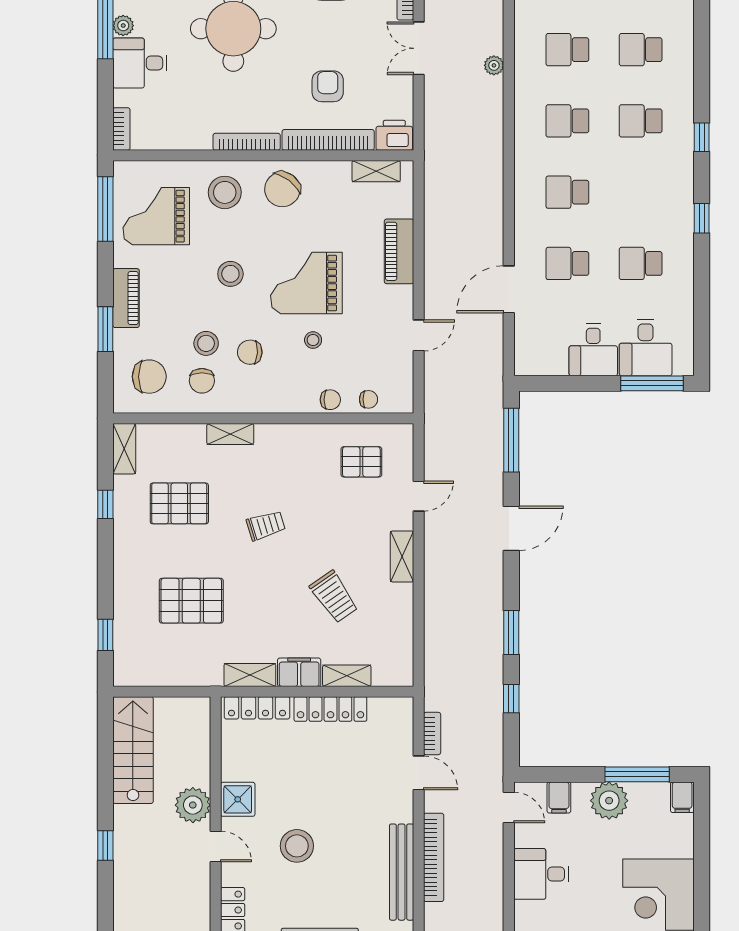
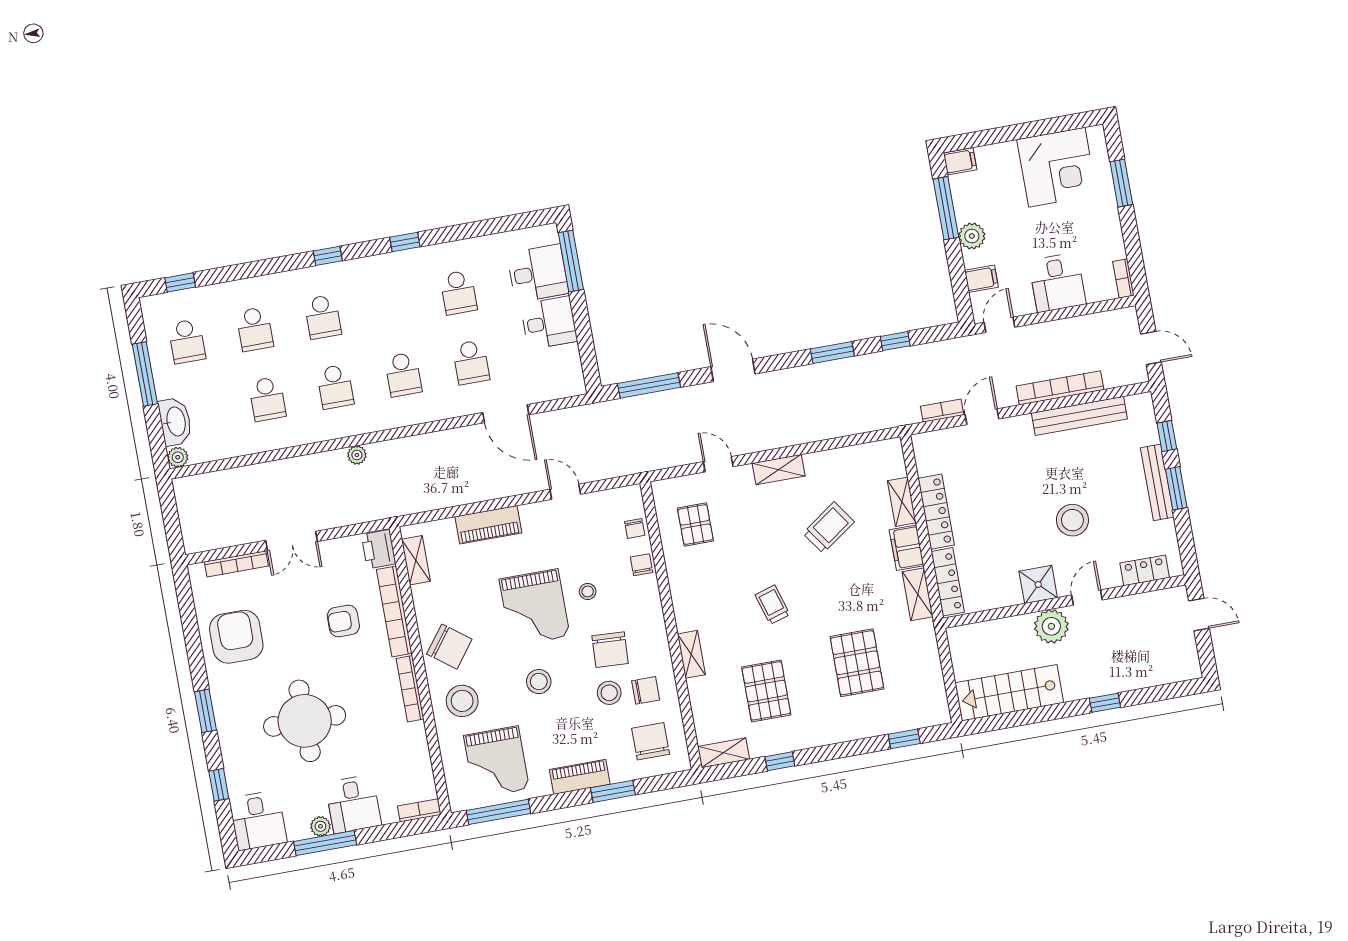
plant: (494, 65) -> (357, 455), moved
chair: (250, 352) -> (610, 650), width x1.37, depth x1.37
chair: (368, 399) -> (635, 528), turned 180
plant: (609, 801) -> (972, 236), width x0.73, depth x0.73

